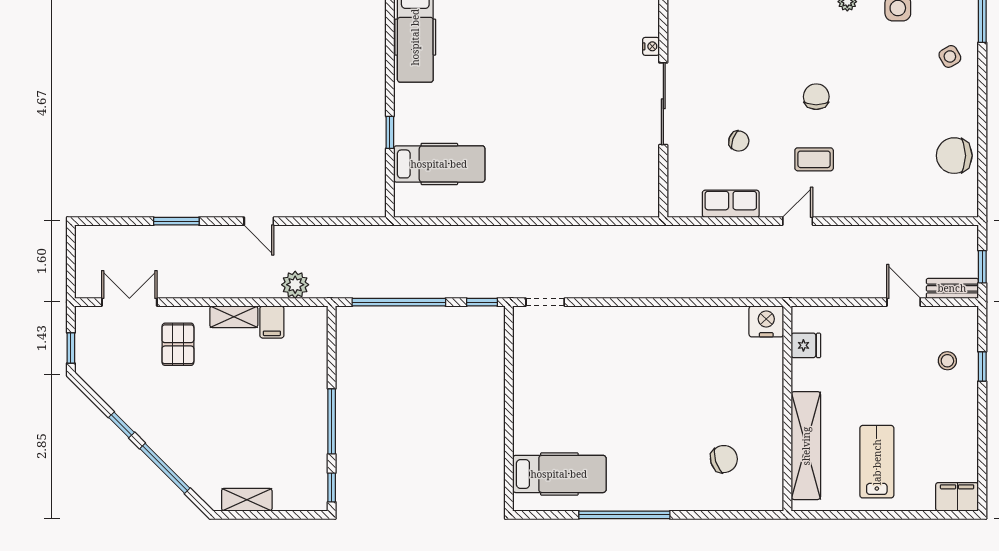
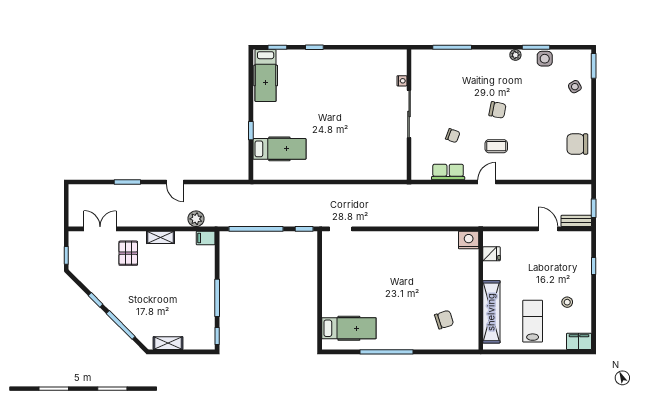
chair: (816, 97) -> (498, 110), turned 101
filing cabinet: (272, 322) -> (206, 238), moved, turned 90
stool: (947, 361) -> (567, 302), moved

